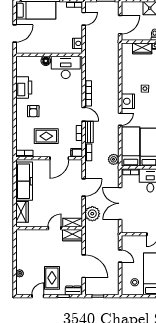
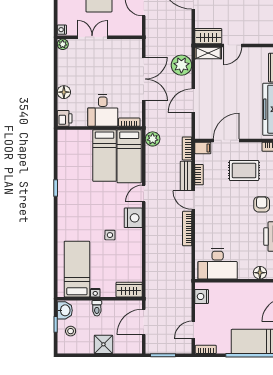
wardrobe: (142, 48) -> (129, 290), moved
floor lamp: (46, 61) -> (260, 273), moved

